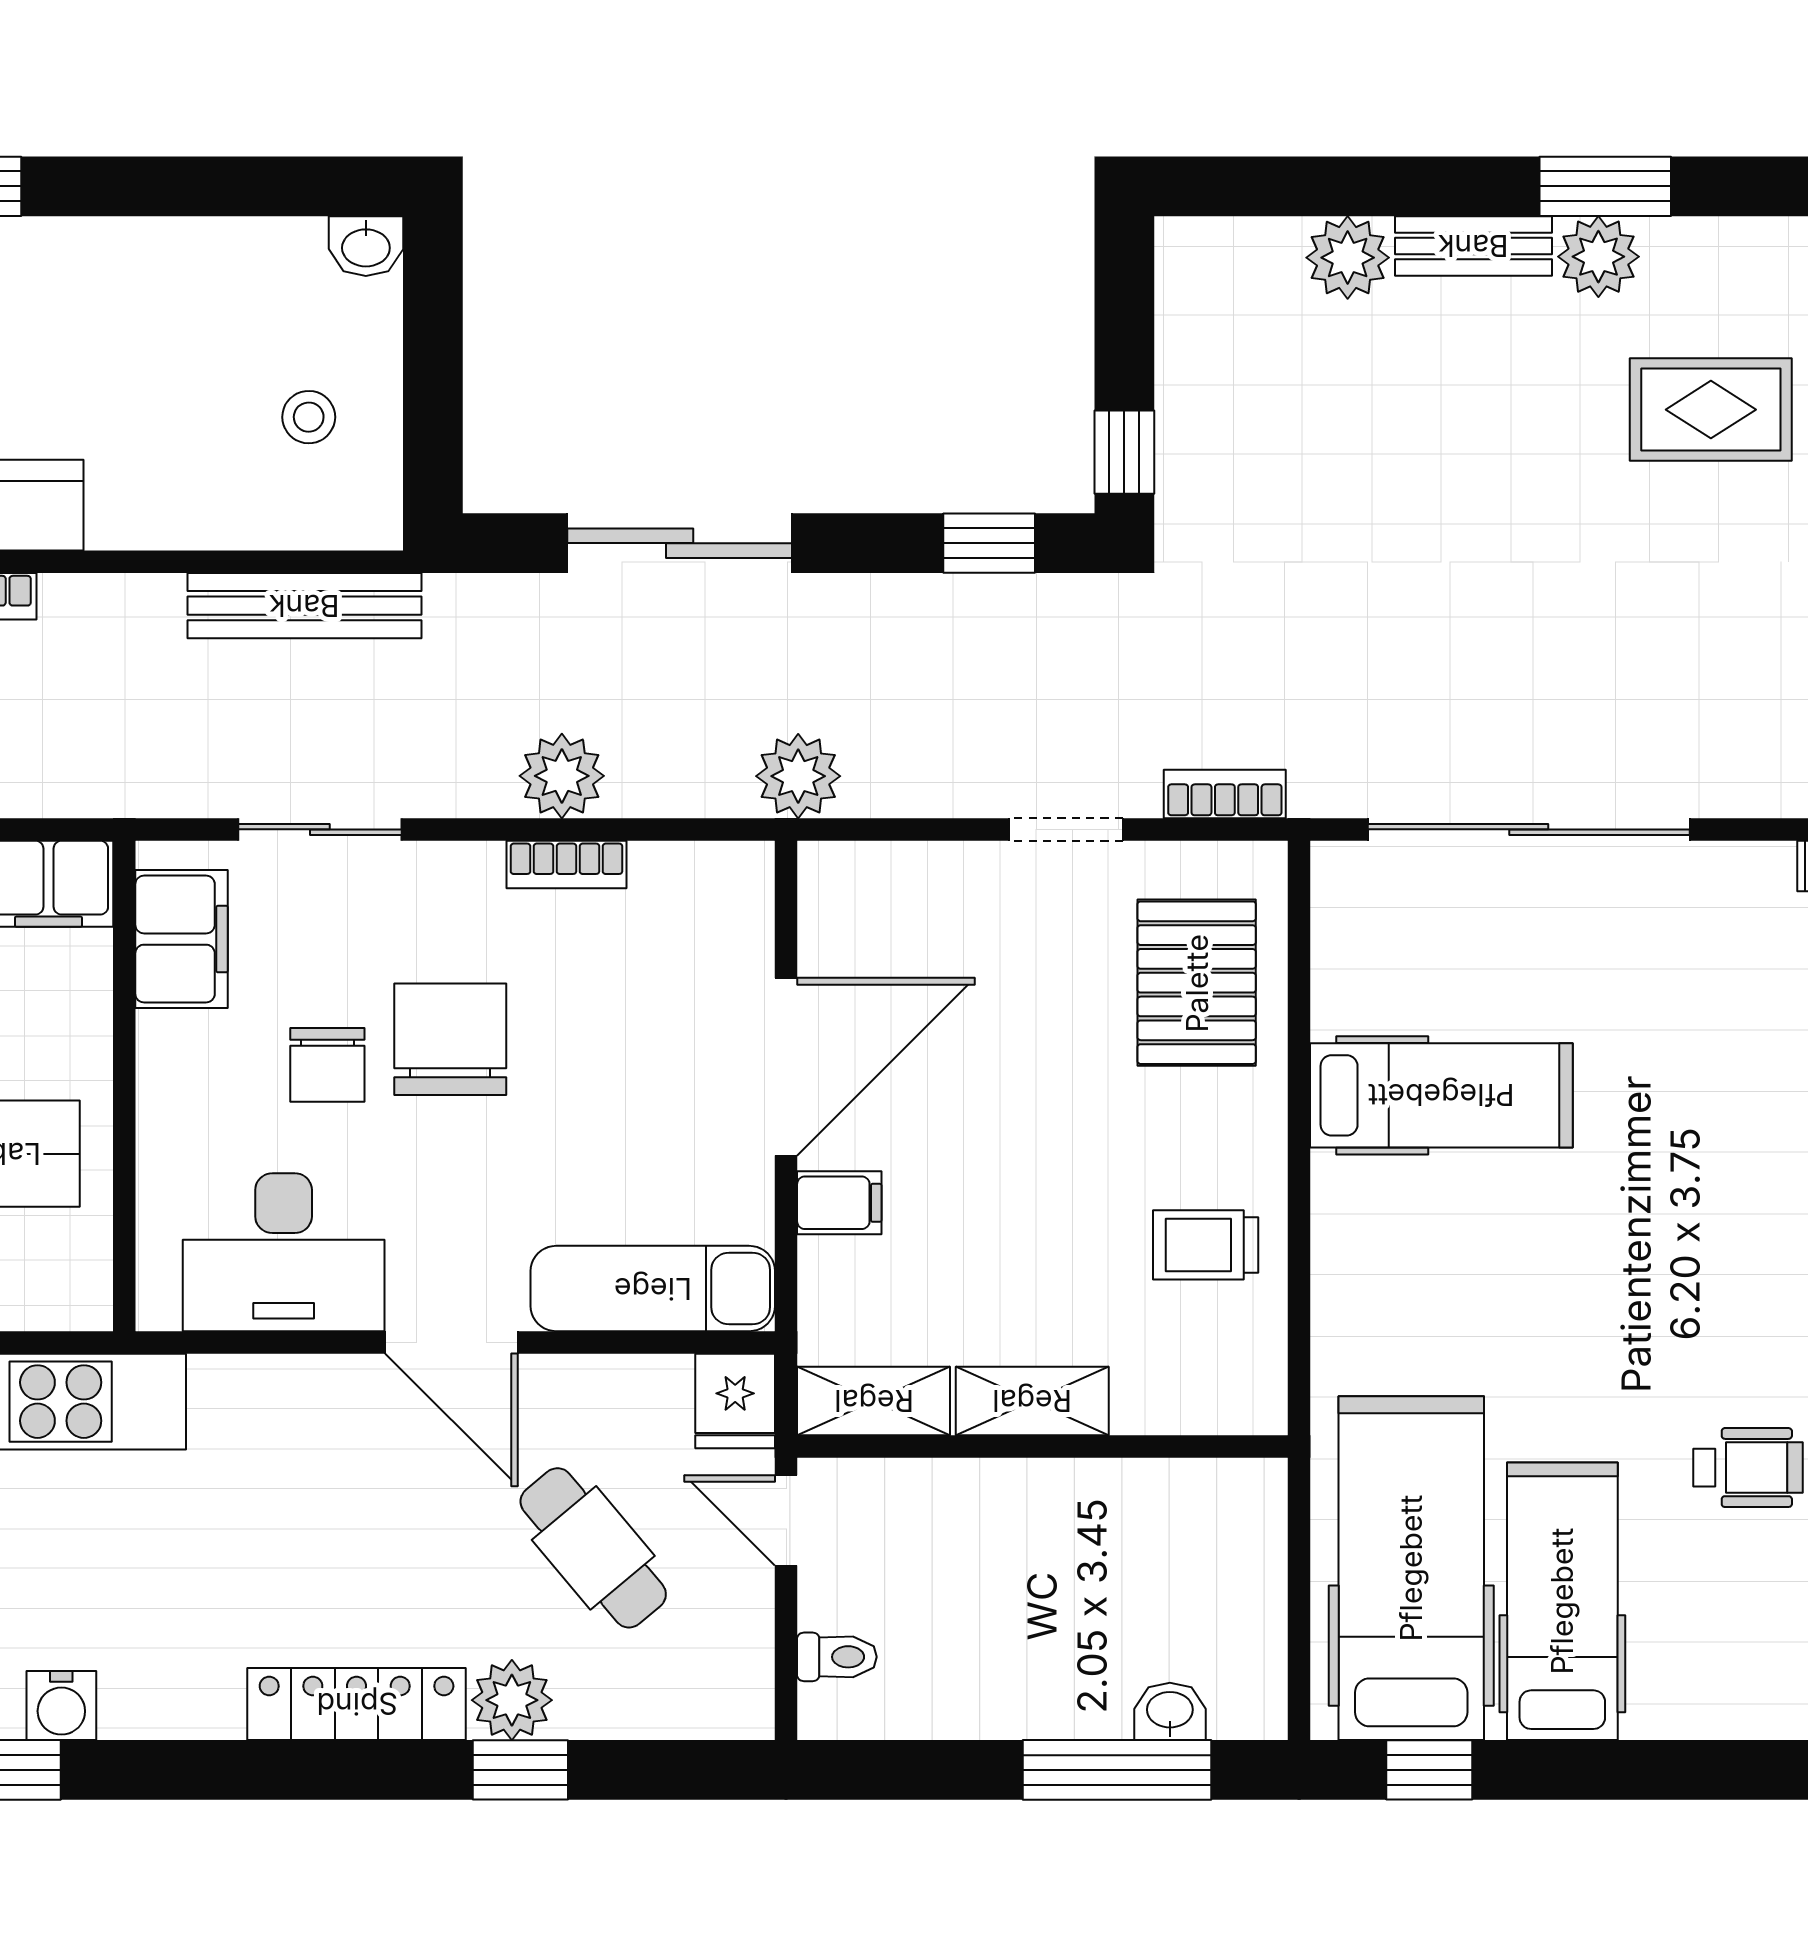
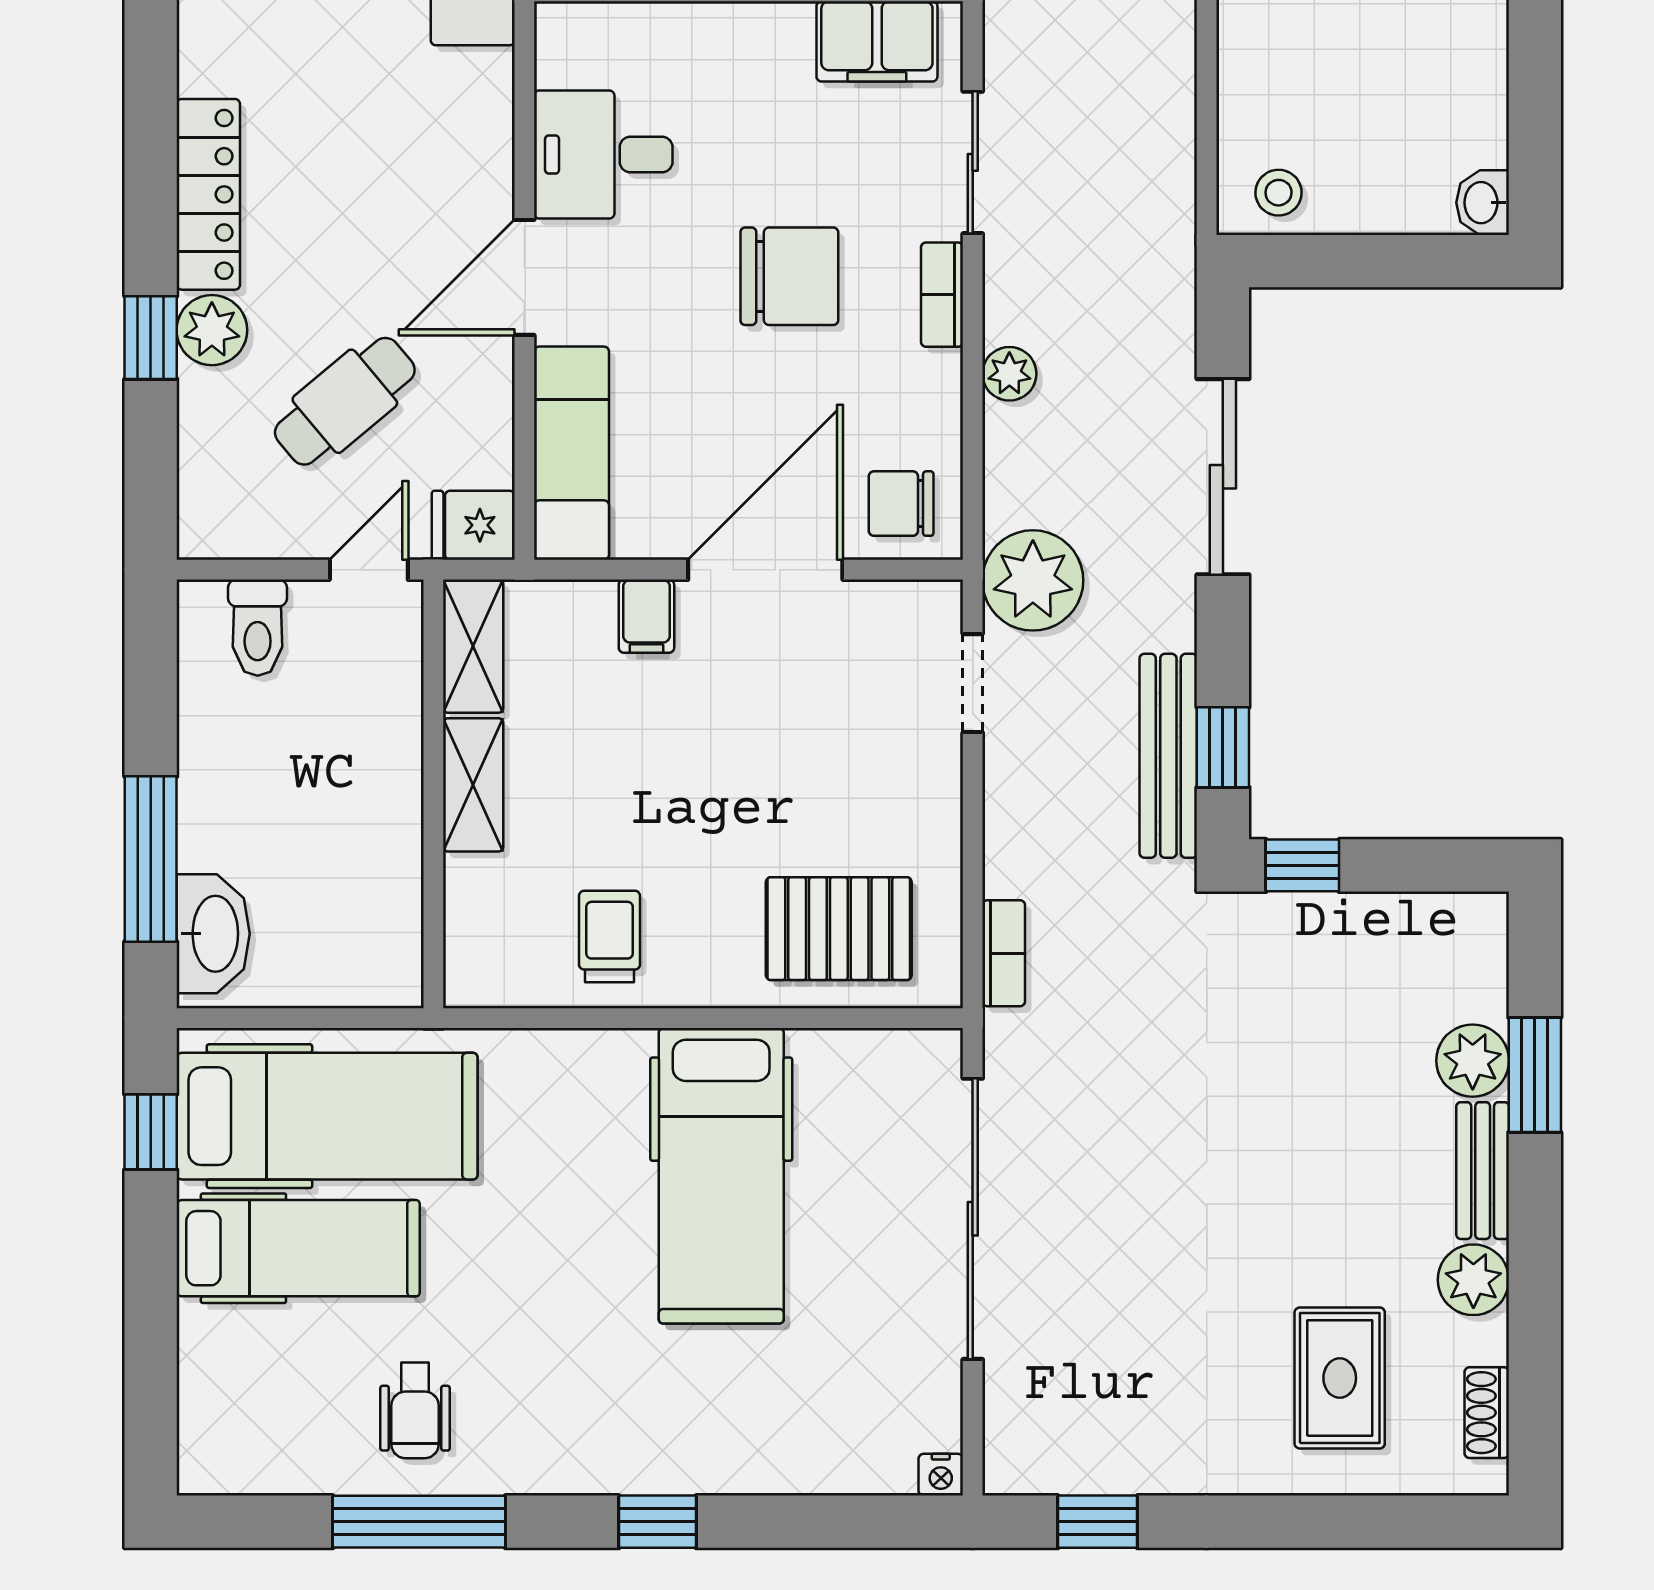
window: (1605, 186) -> (1535, 1075), moved
shoe rack: (1750, 241) -> (1487, 1413), added
stool: (309, 417) -> (1279, 193), moved
bench: (304, 606) -> (1168, 756), moved
plant: (562, 776) -> (1009, 374), width x0.73, depth x0.73
plant: (798, 776) -> (1033, 580), width x1.36, depth x1.36
doorway: (1066, 829) -> (973, 683), moved
bookcase: (566, 865) -> (942, 295), moved
chair: (327, 1065) -> (901, 504), moved
door: (786, 1067) -> (765, 570), swing flipped
hospital bed: (1441, 1095) -> (721, 1176), width x1.37, depth x1.29
desk: (284, 1252) -> (603, 155), width x0.73
toilet: (837, 1657) -> (258, 628), width x1.37, depth x1.39
washbasin: (1170, 1711) -> (213, 934), width x1.91, depth x1.45

